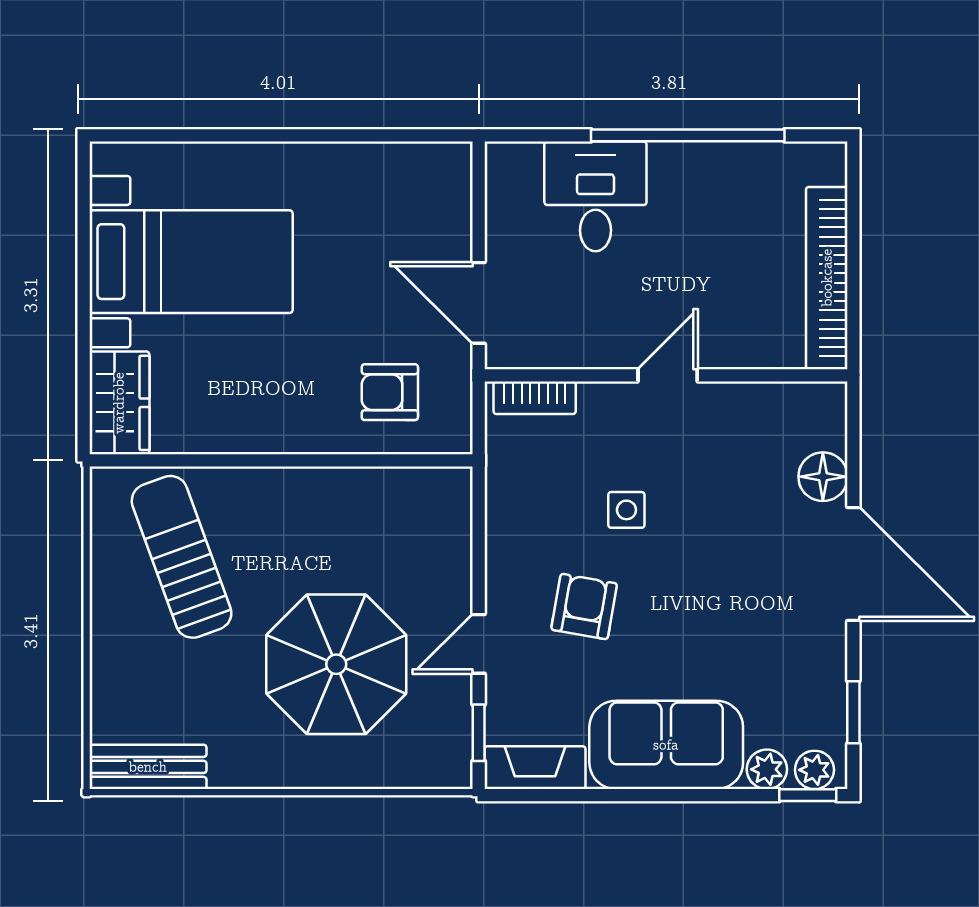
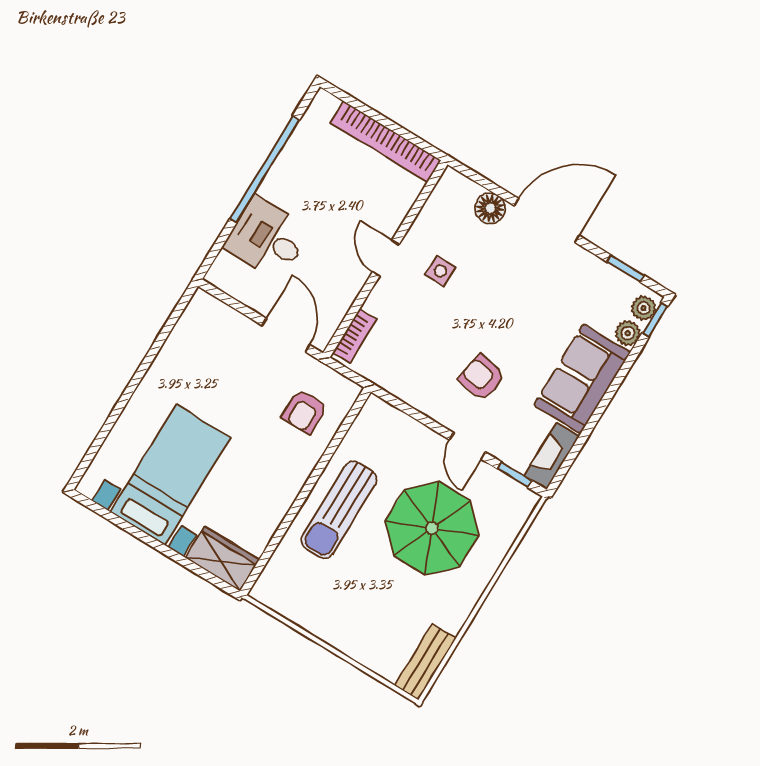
door: (479, 303) -> (286, 335), swing flipped
side table: (626, 510) -> (440, 271), moved
sun lounger: (182, 557) -> (339, 510), moved, turned -70

